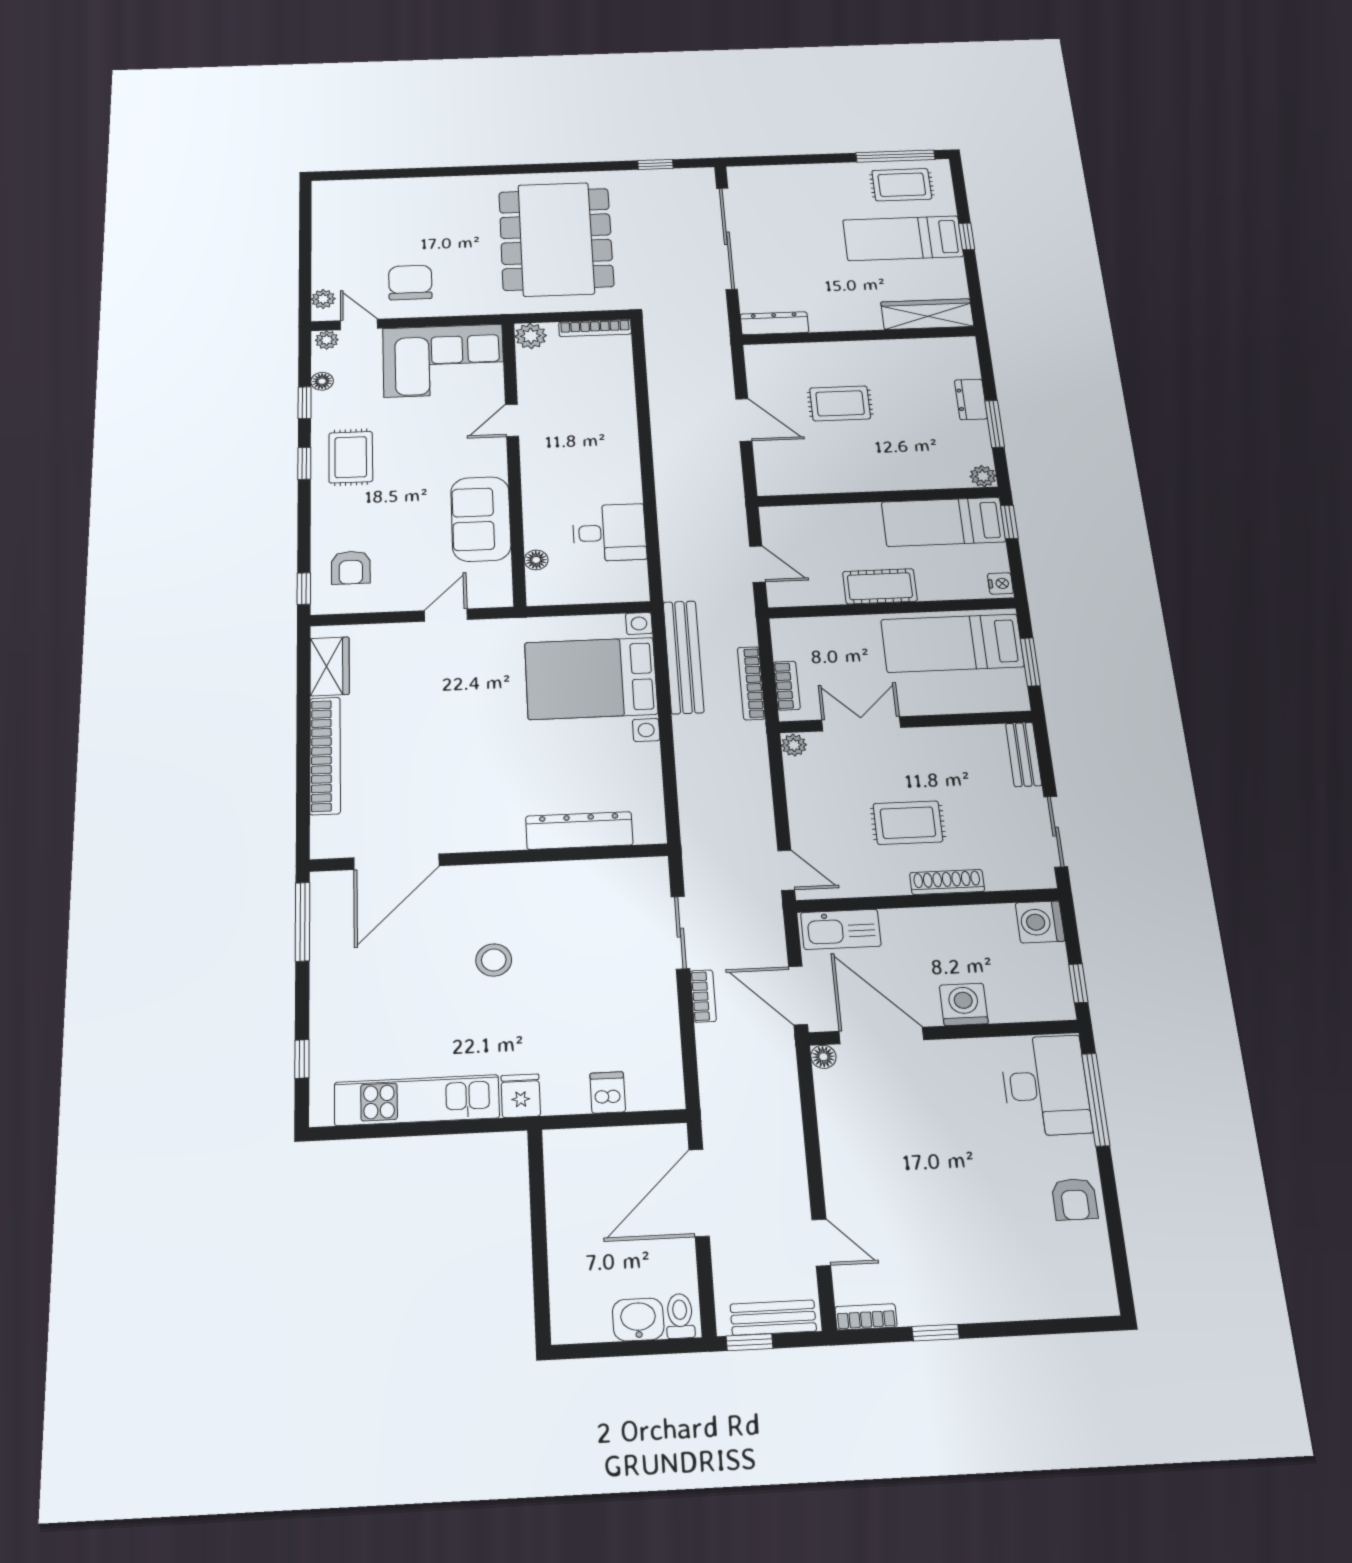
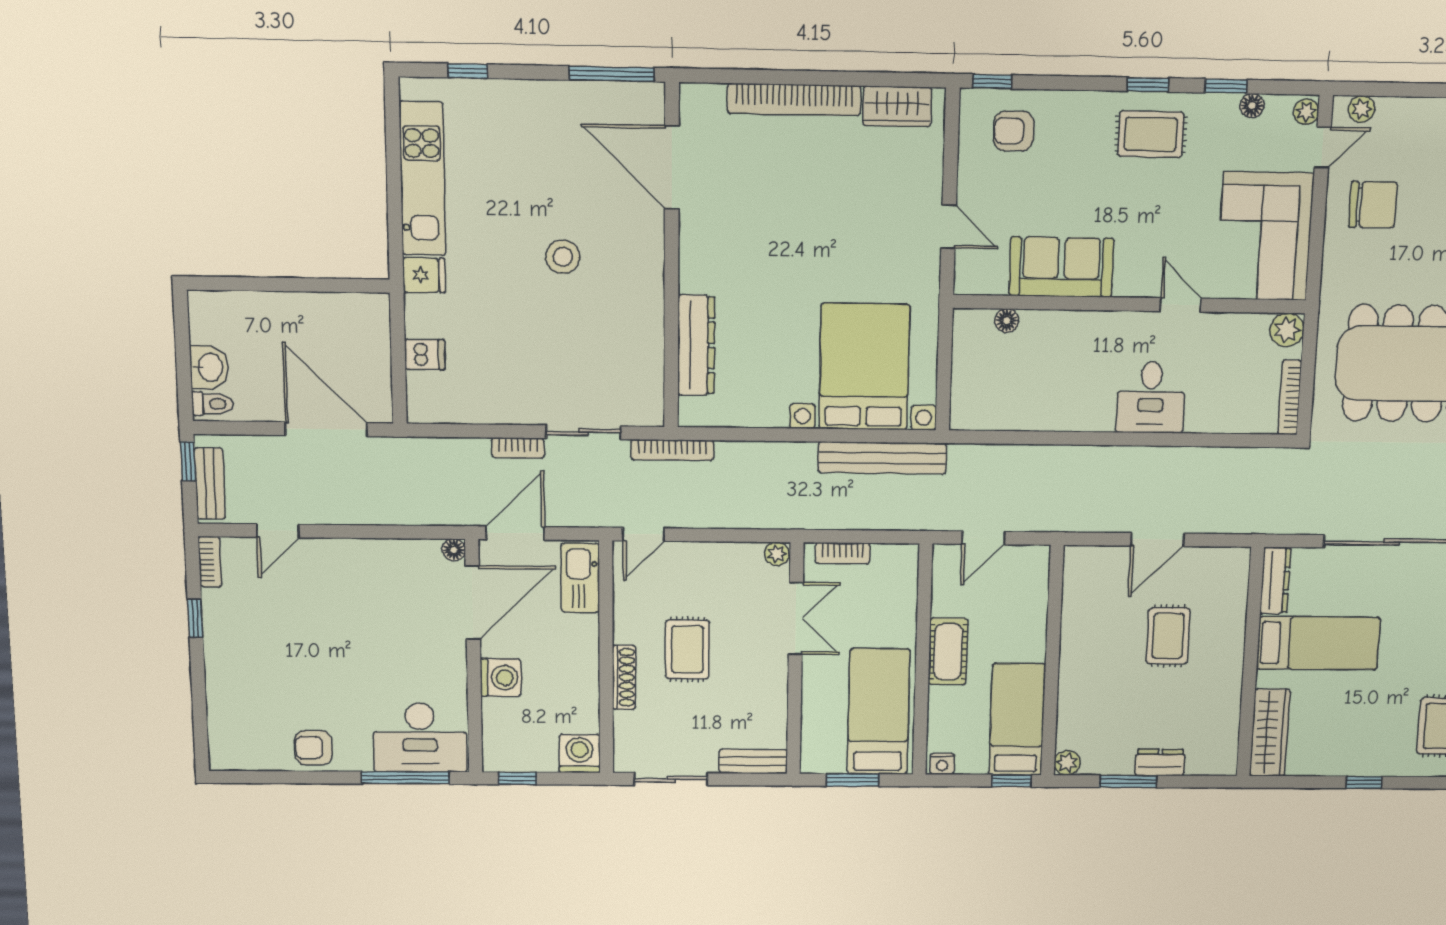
bed: (903, 238) -> (1318, 643), moved, turned 90
desk: (609, 533) -> (1151, 397), moved
bookcase: (751, 683) -> (672, 450), moved, turned 180

